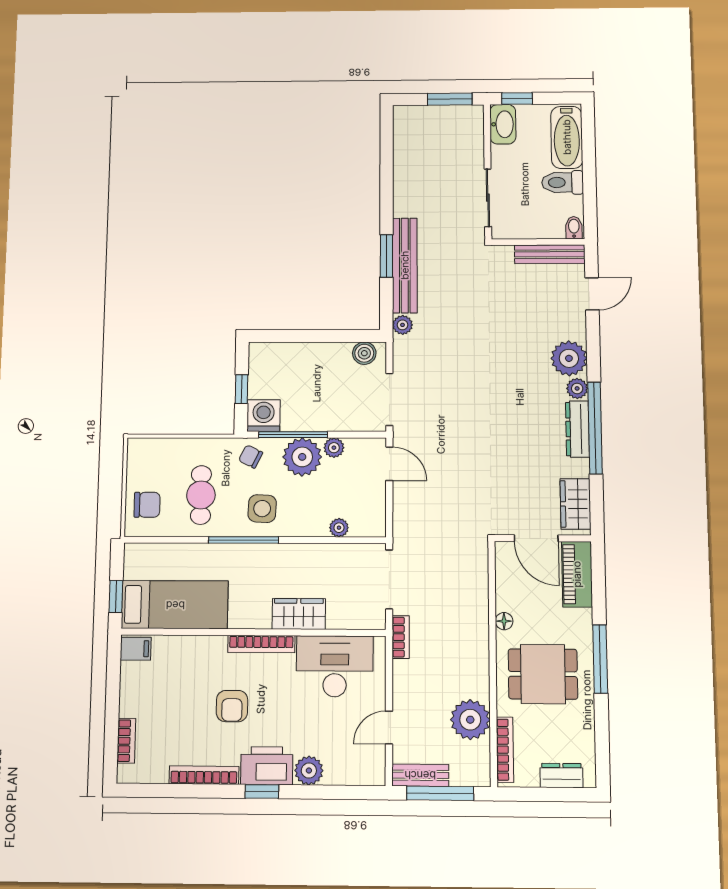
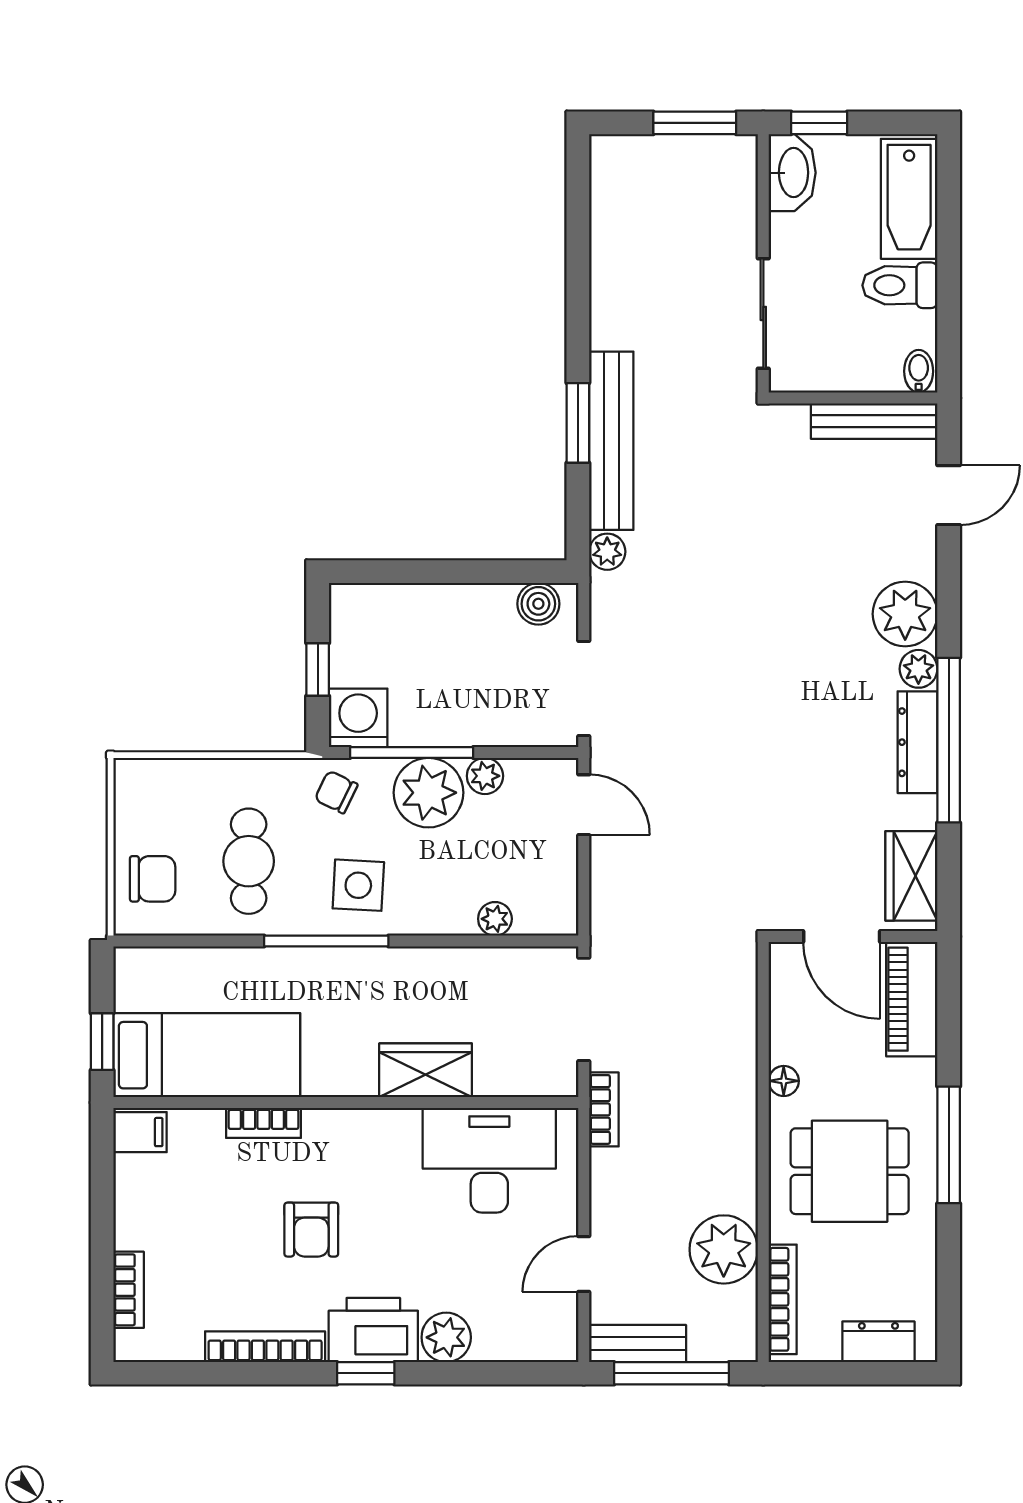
bookcase: (261, 644) -> (264, 1123), moved, width x0.64

